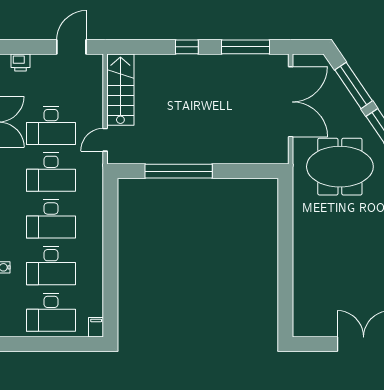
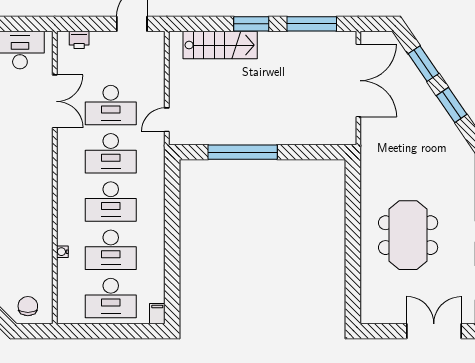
window: (187, 47) -> (251, 24), width x1.50
window: (354, 85) -> (423, 64), width x0.69
stairs: (120, 90) -> (220, 45), moved, turned 90
meeting table: (340, 167) -> (408, 235), moved, turned 90

